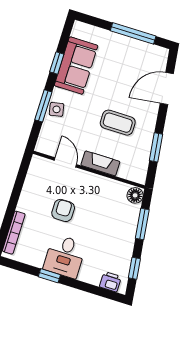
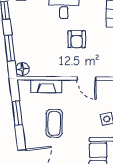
coffee table: (118, 123) -> (54, 123), turned 90
fireplace: (100, 163) -> (46, 86), moved

